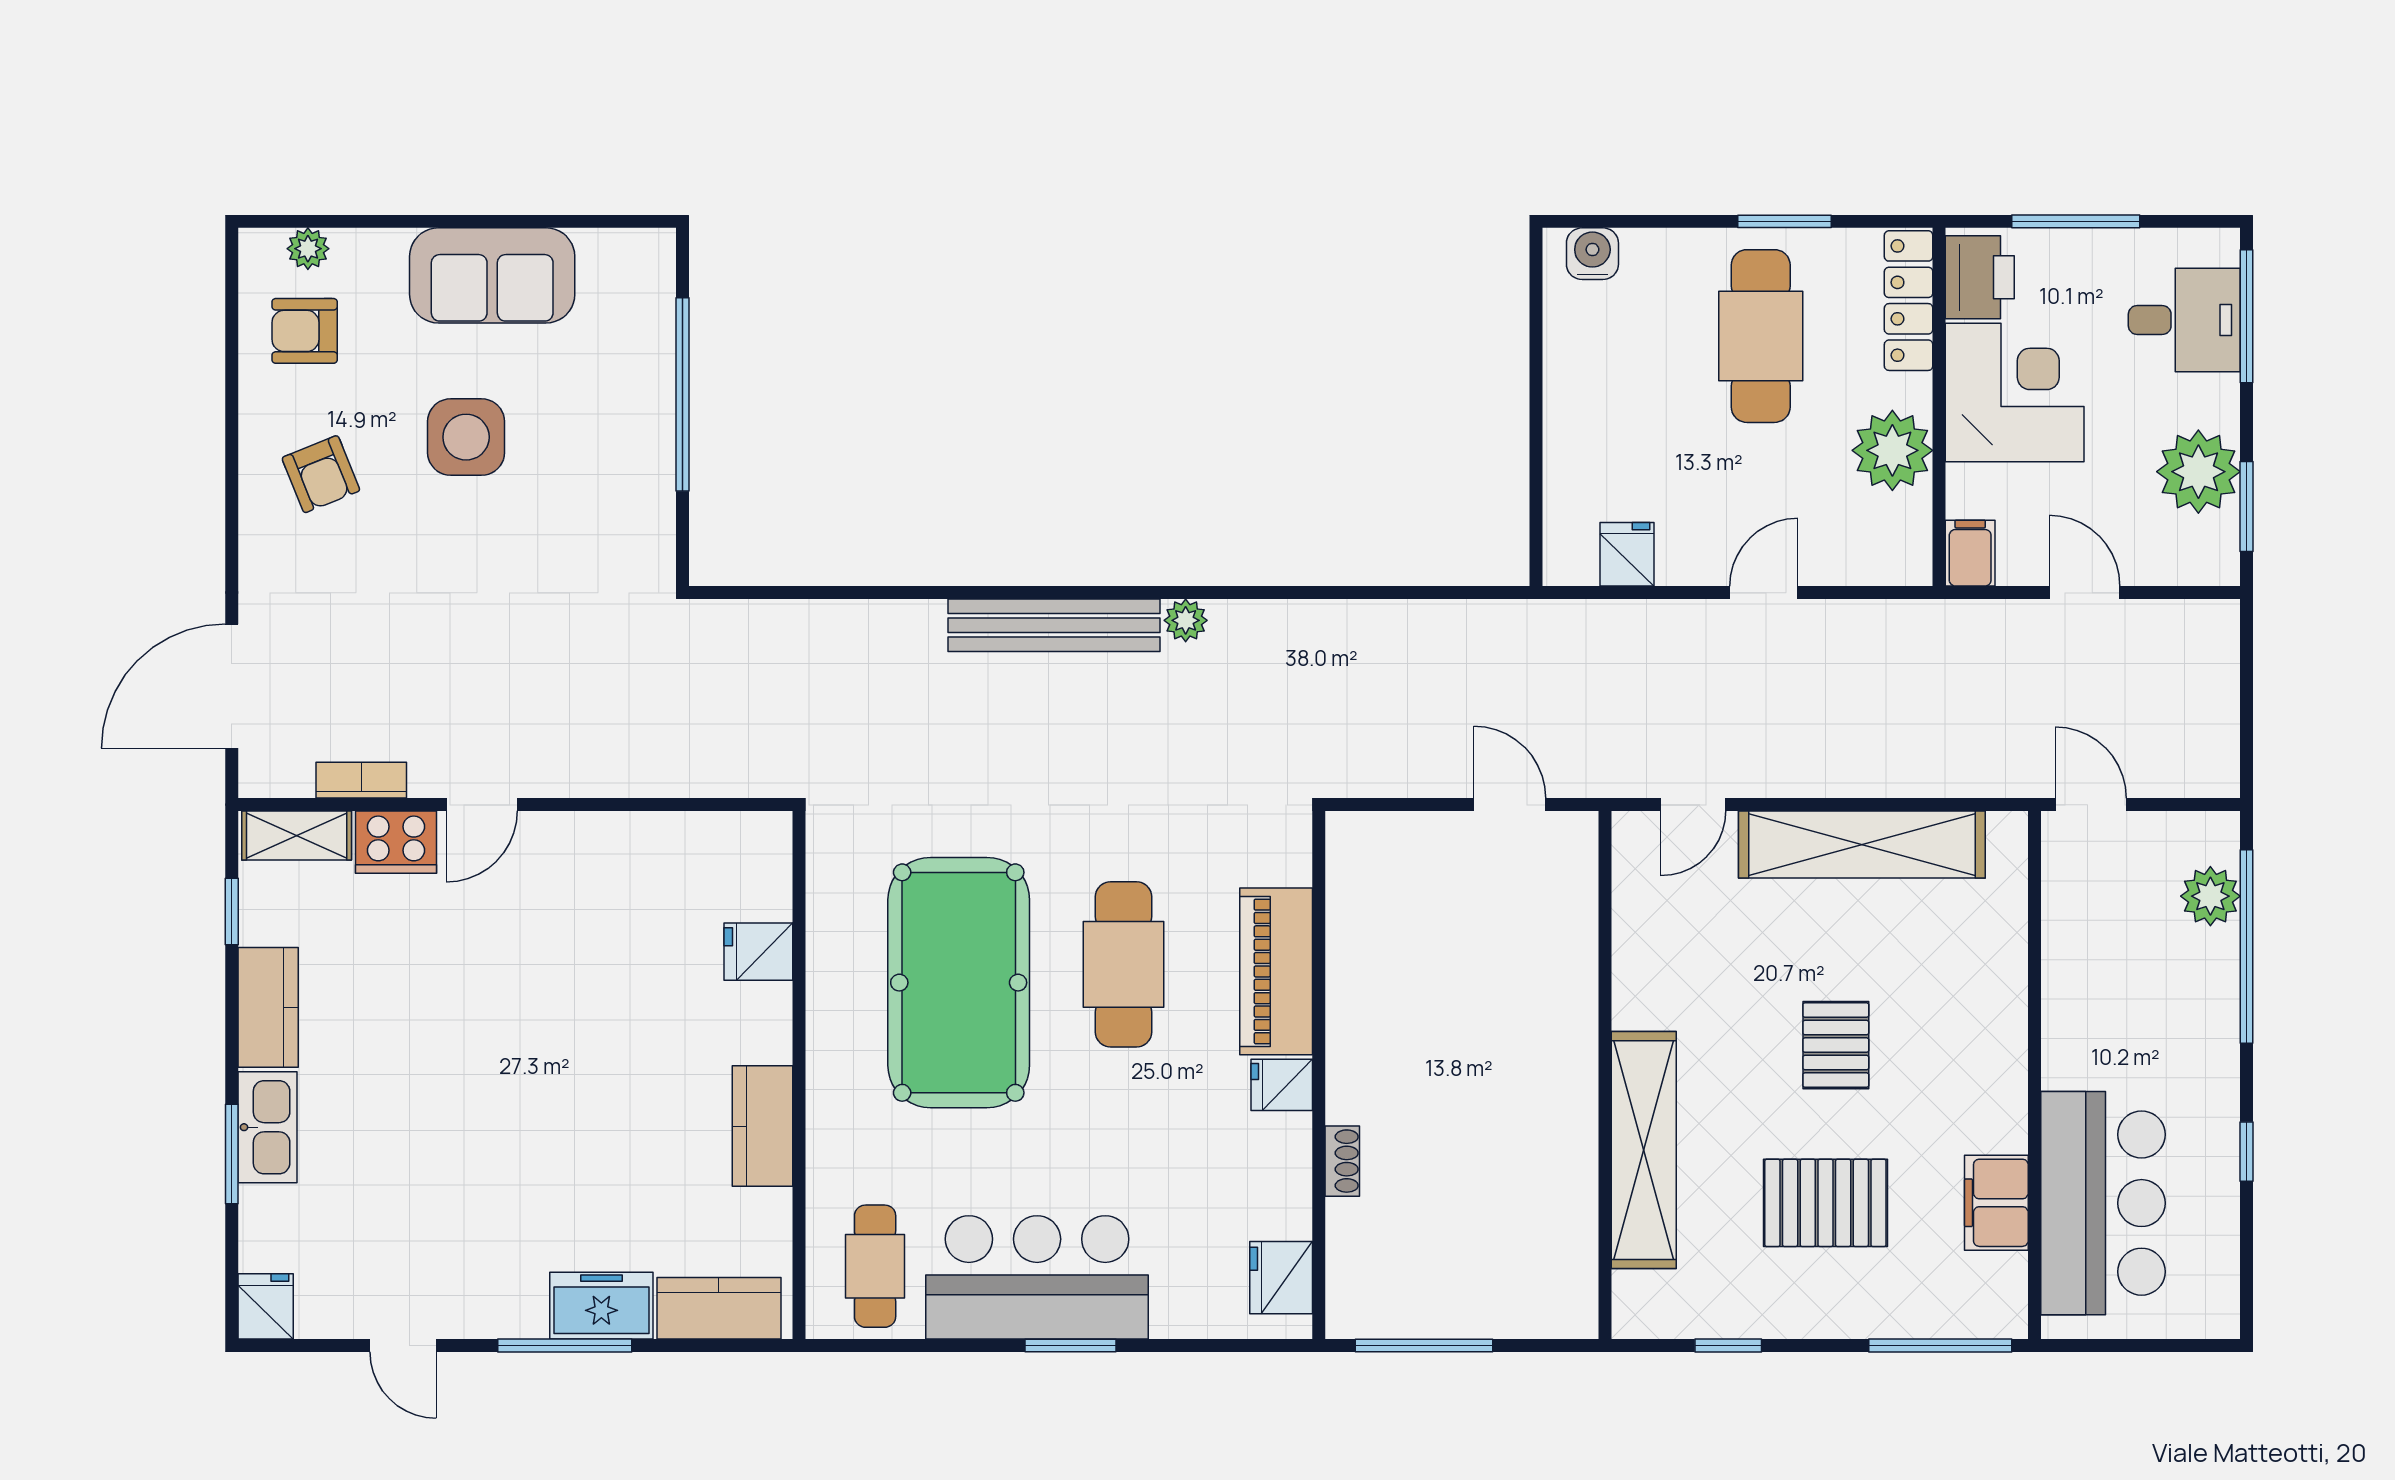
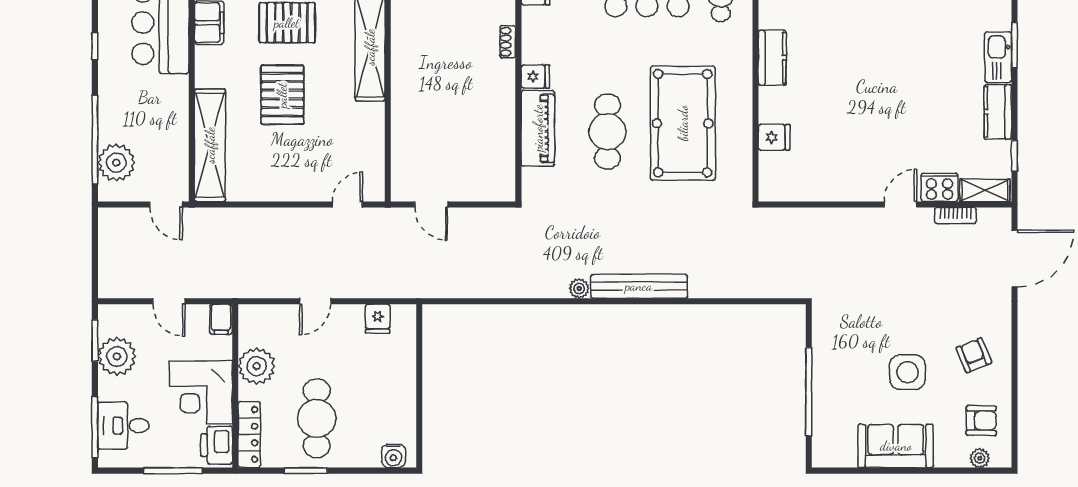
shelving: (1862, 845) -> (210, 145), moved, turned 90
plant: (2210, 896) -> (116, 163), width x1.36, depth x1.36
pallet: (1836, 1045) -> (282, 95), width x1.50, depth x1.42

